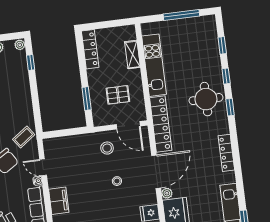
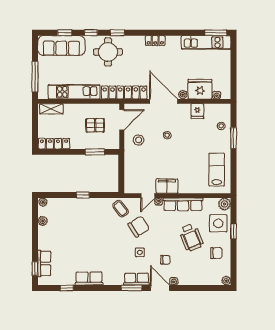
window: (181, 15) -> (35, 77), moved
sofa: (207, 43) -> (61, 46), added
shelving: (132, 55) -> (51, 109), moved
window: (31, 62) -> (83, 195), moved
pallet: (118, 95) -> (95, 125), turned 90
locker: (226, 153) -> (155, 41), width x0.66
filing cabinet: (59, 201) -> (167, 186), moved

